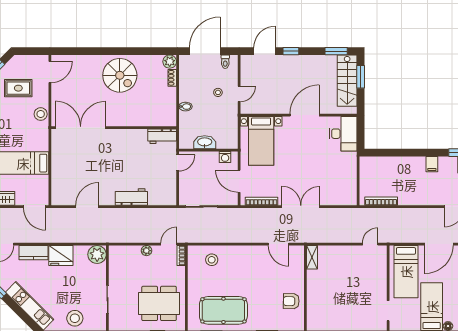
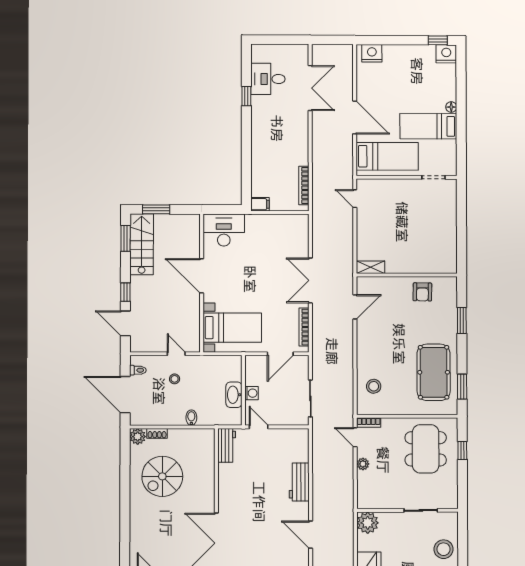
spiral stairs: (120, 75) -> (162, 476), moved, turned 180
stairs: (347, 81) -> (142, 244), moved, turned -90
washing machine: (225, 157) -> (251, 393), moved
filing cabinet: (432, 164) -> (260, 204), moved

